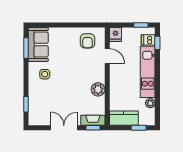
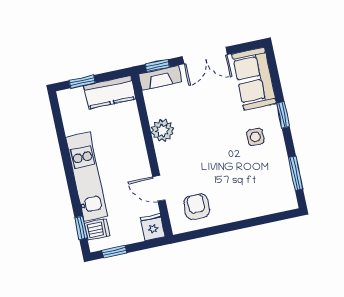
sofa: (38, 44) -> (254, 79), moved
plant: (150, 103) -> (71, 126), removed
window: (26, 104) -> (283, 115), moved

